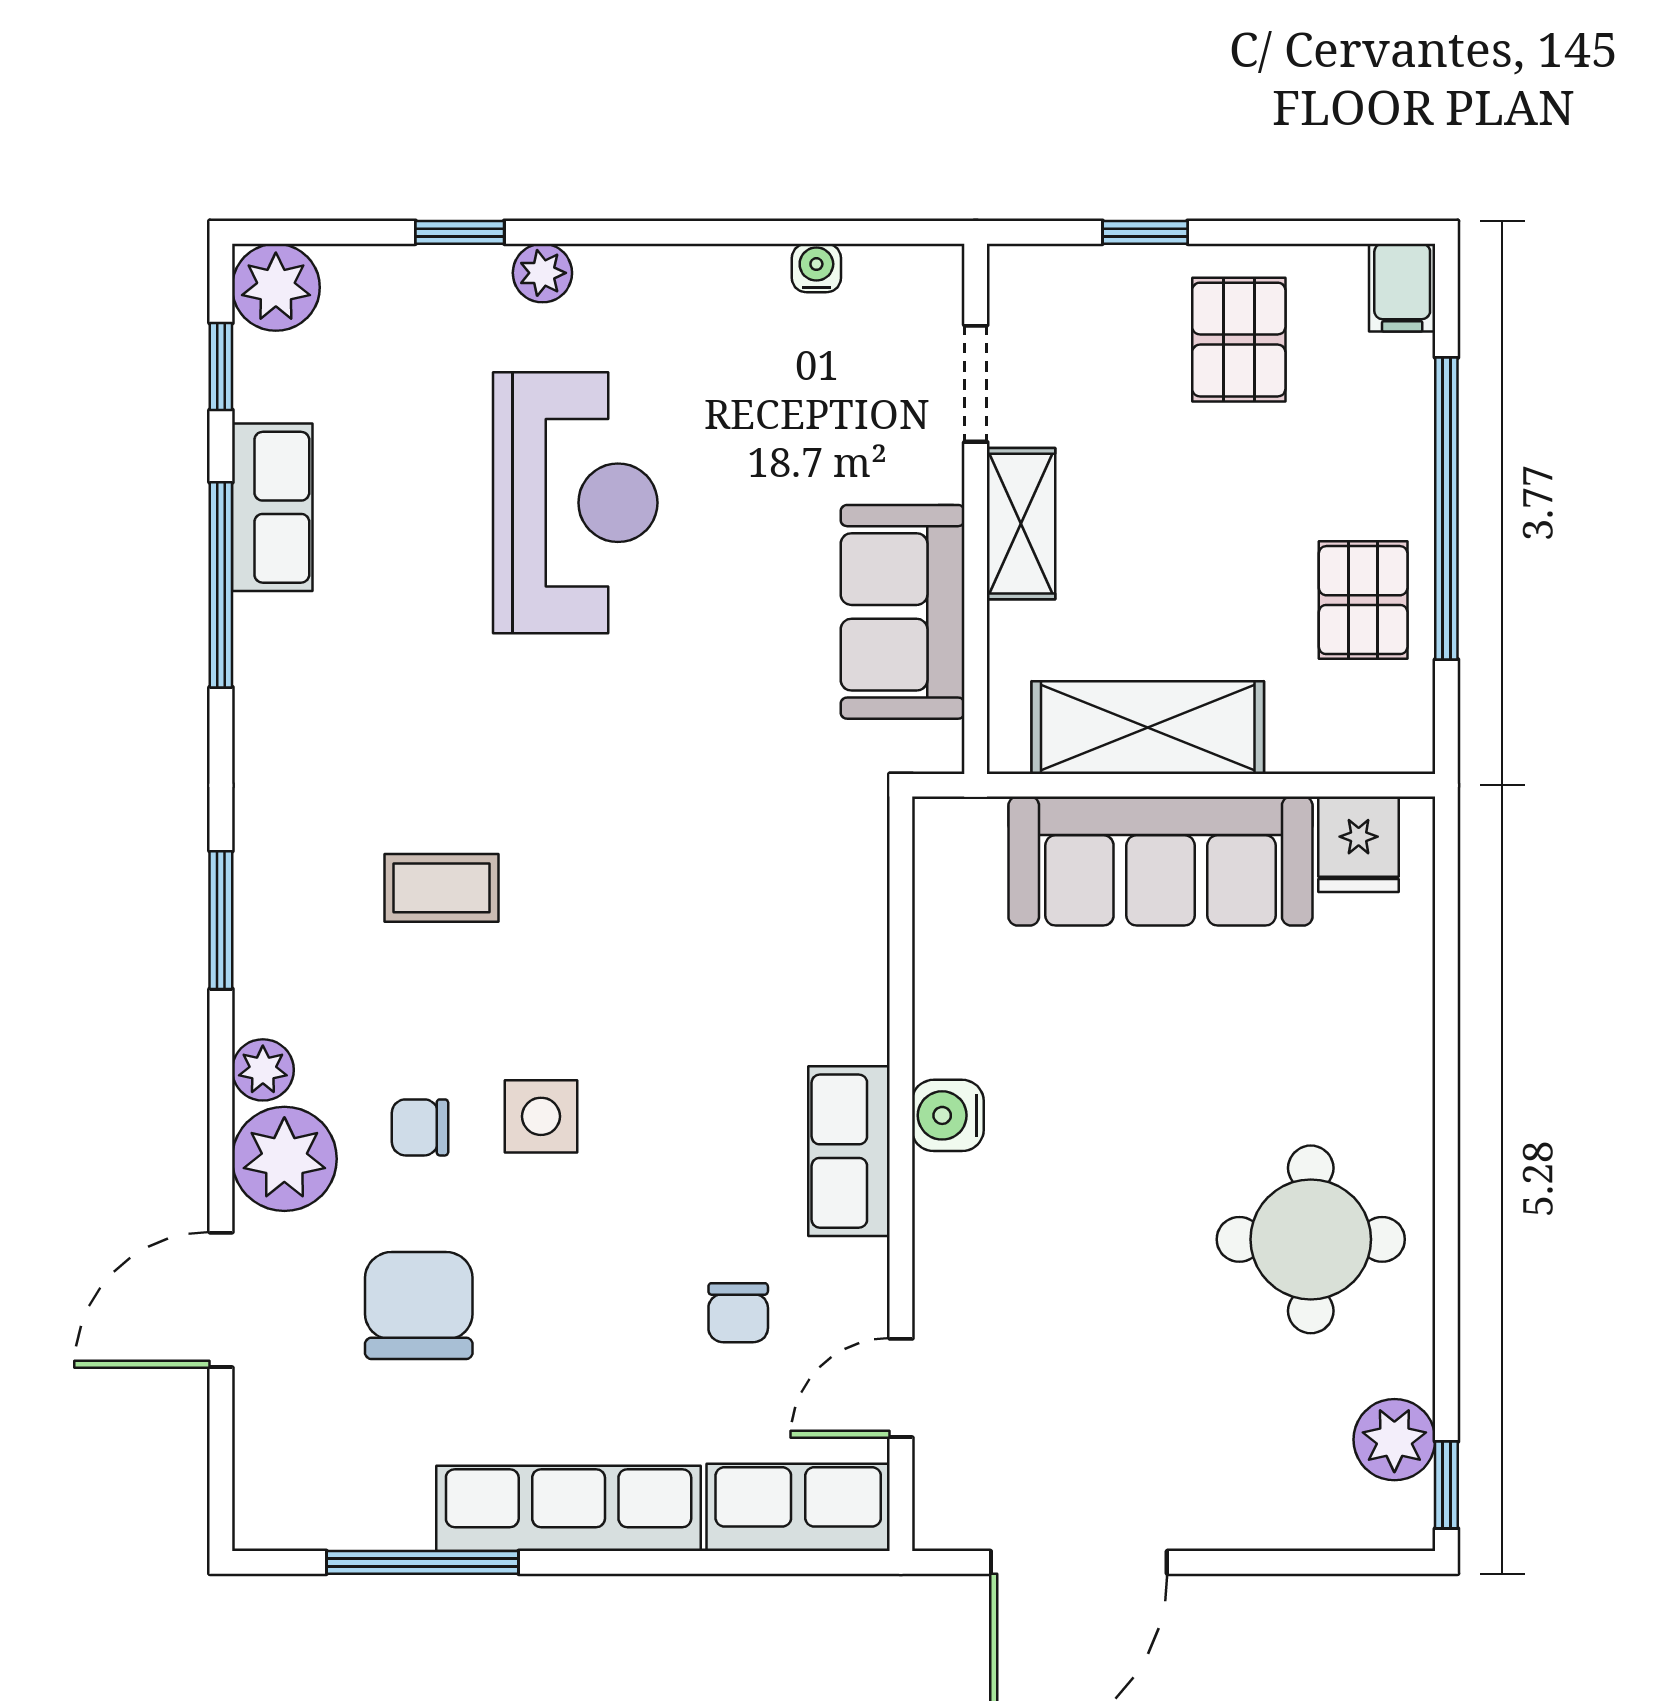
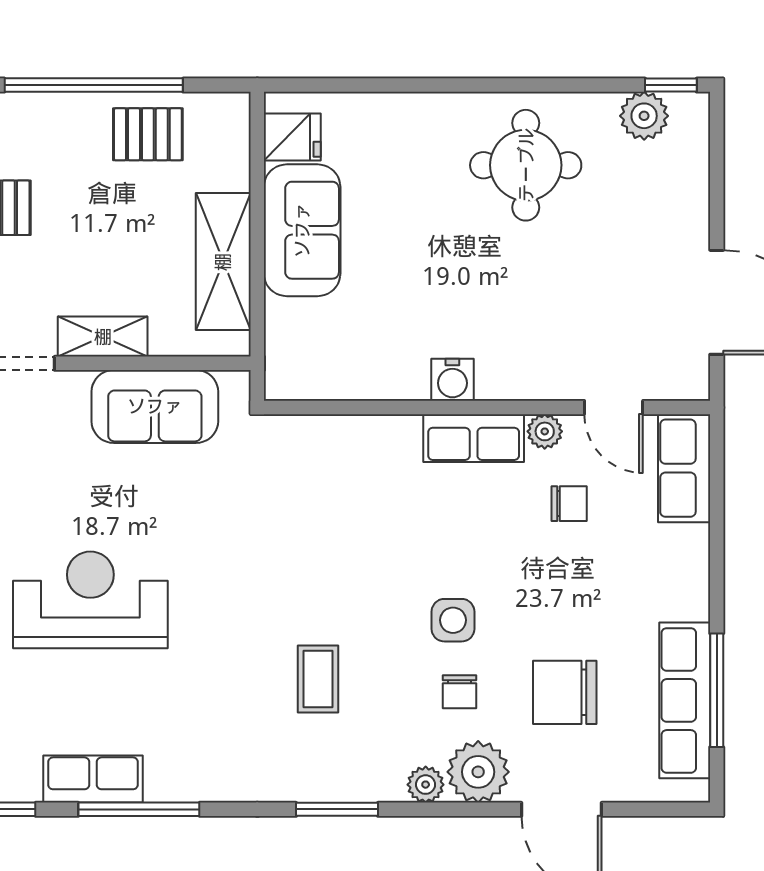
sofa: (1160, 861) -> (302, 230), width x0.73
plant: (860, 1272) -> (545, 431), added
row of seats: (569, 1508) -> (685, 700), moved

